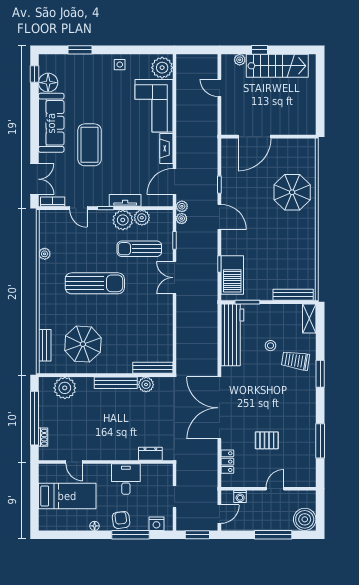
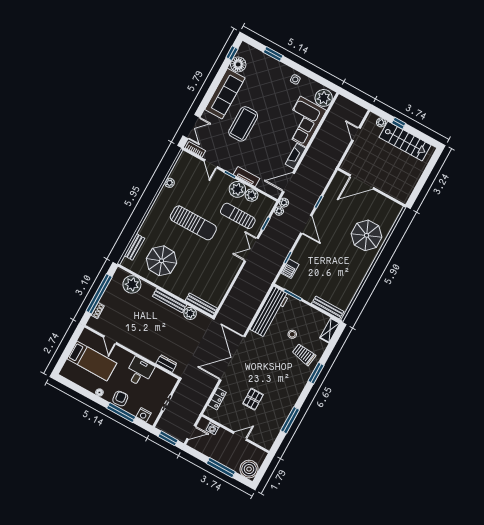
barbecue: (232, 275) -> (290, 269), width x0.53, depth x0.65
pallet: (267, 440) -> (253, 399), turned 90

